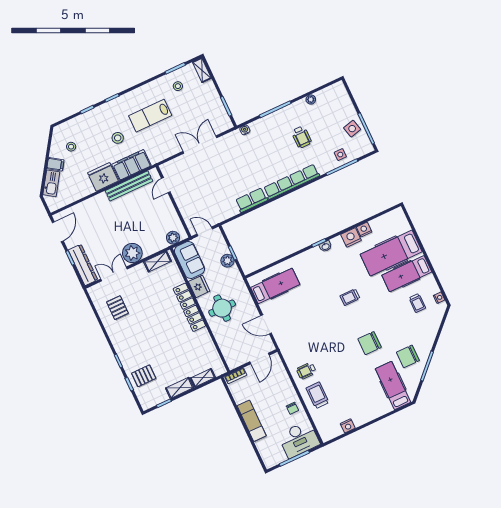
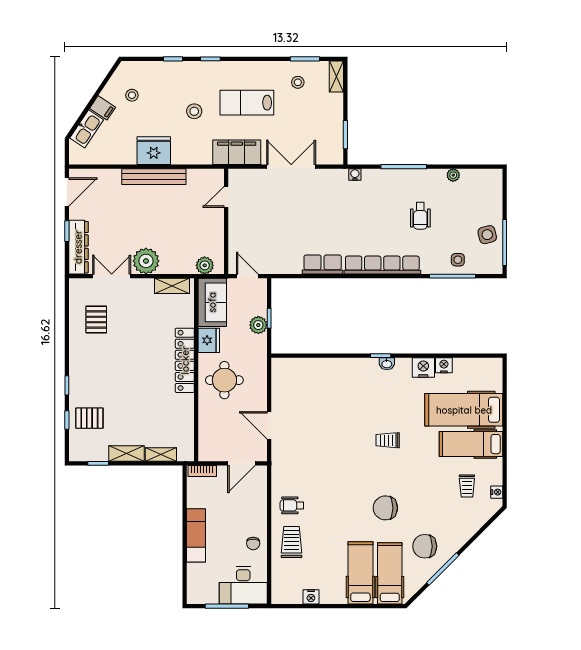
filing cabinet: (131, 165) -> (237, 152), moved
bench: (129, 186) -> (154, 177), moved
hospital bed: (275, 286) -> (360, 573), moved, turned -90

